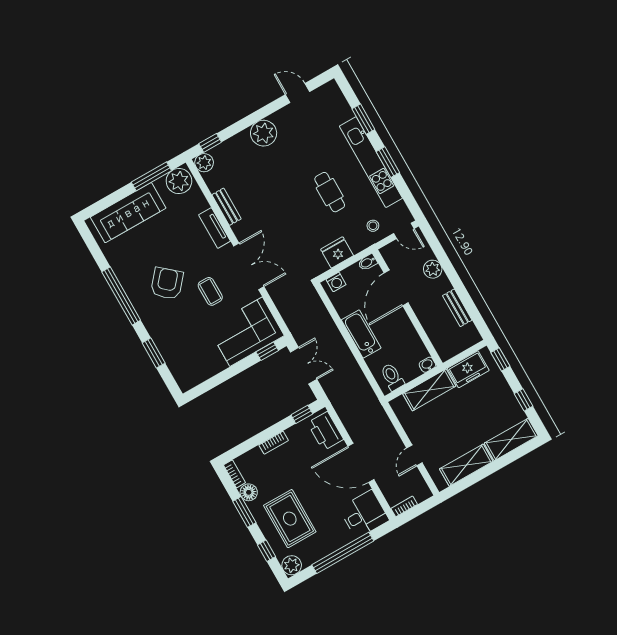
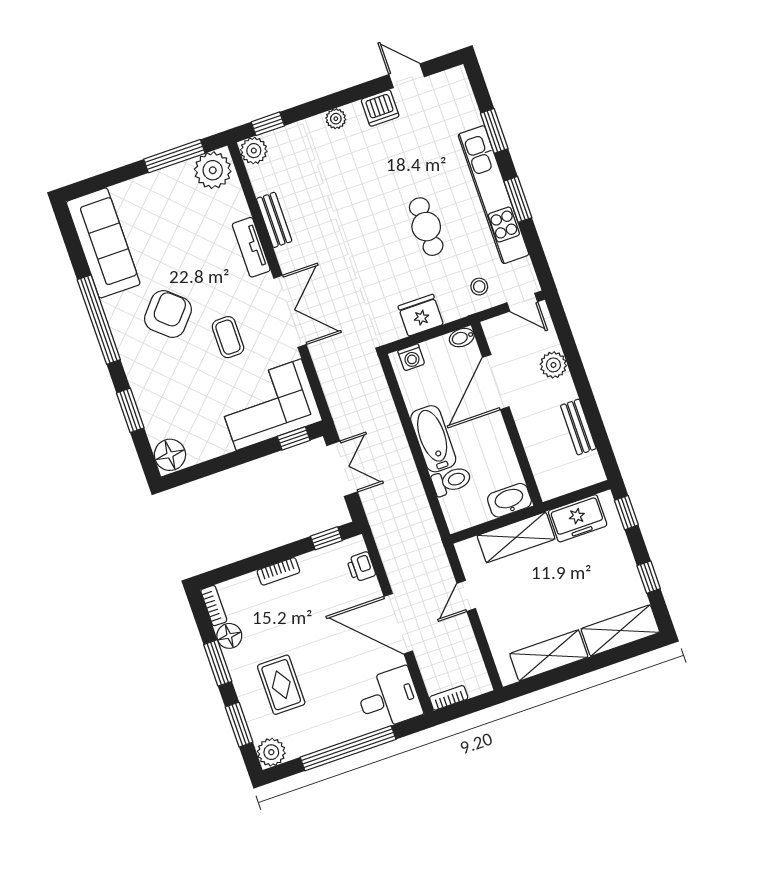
dishwasher: (284, 118) -> (380, 108), added
plant: (264, 133) -> (336, 119), width x0.53, depth x0.53
sofa: (128, 213) -> (103, 243), moved, turned -90
washbasin: (427, 365) -> (509, 500), width x1.91, depth x1.45
toilet: (392, 377) -> (451, 481), moved, turned 90
floor lamp: (186, 378) -> (170, 455), added
printer: (325, 431) -> (361, 567), width x0.53, depth x0.68
door: (414, 455) -> (466, 596), moved
rug: (290, 519) -> (281, 685), width x0.73, depth x0.70
window: (266, 551) -> (239, 725), width x1.50

